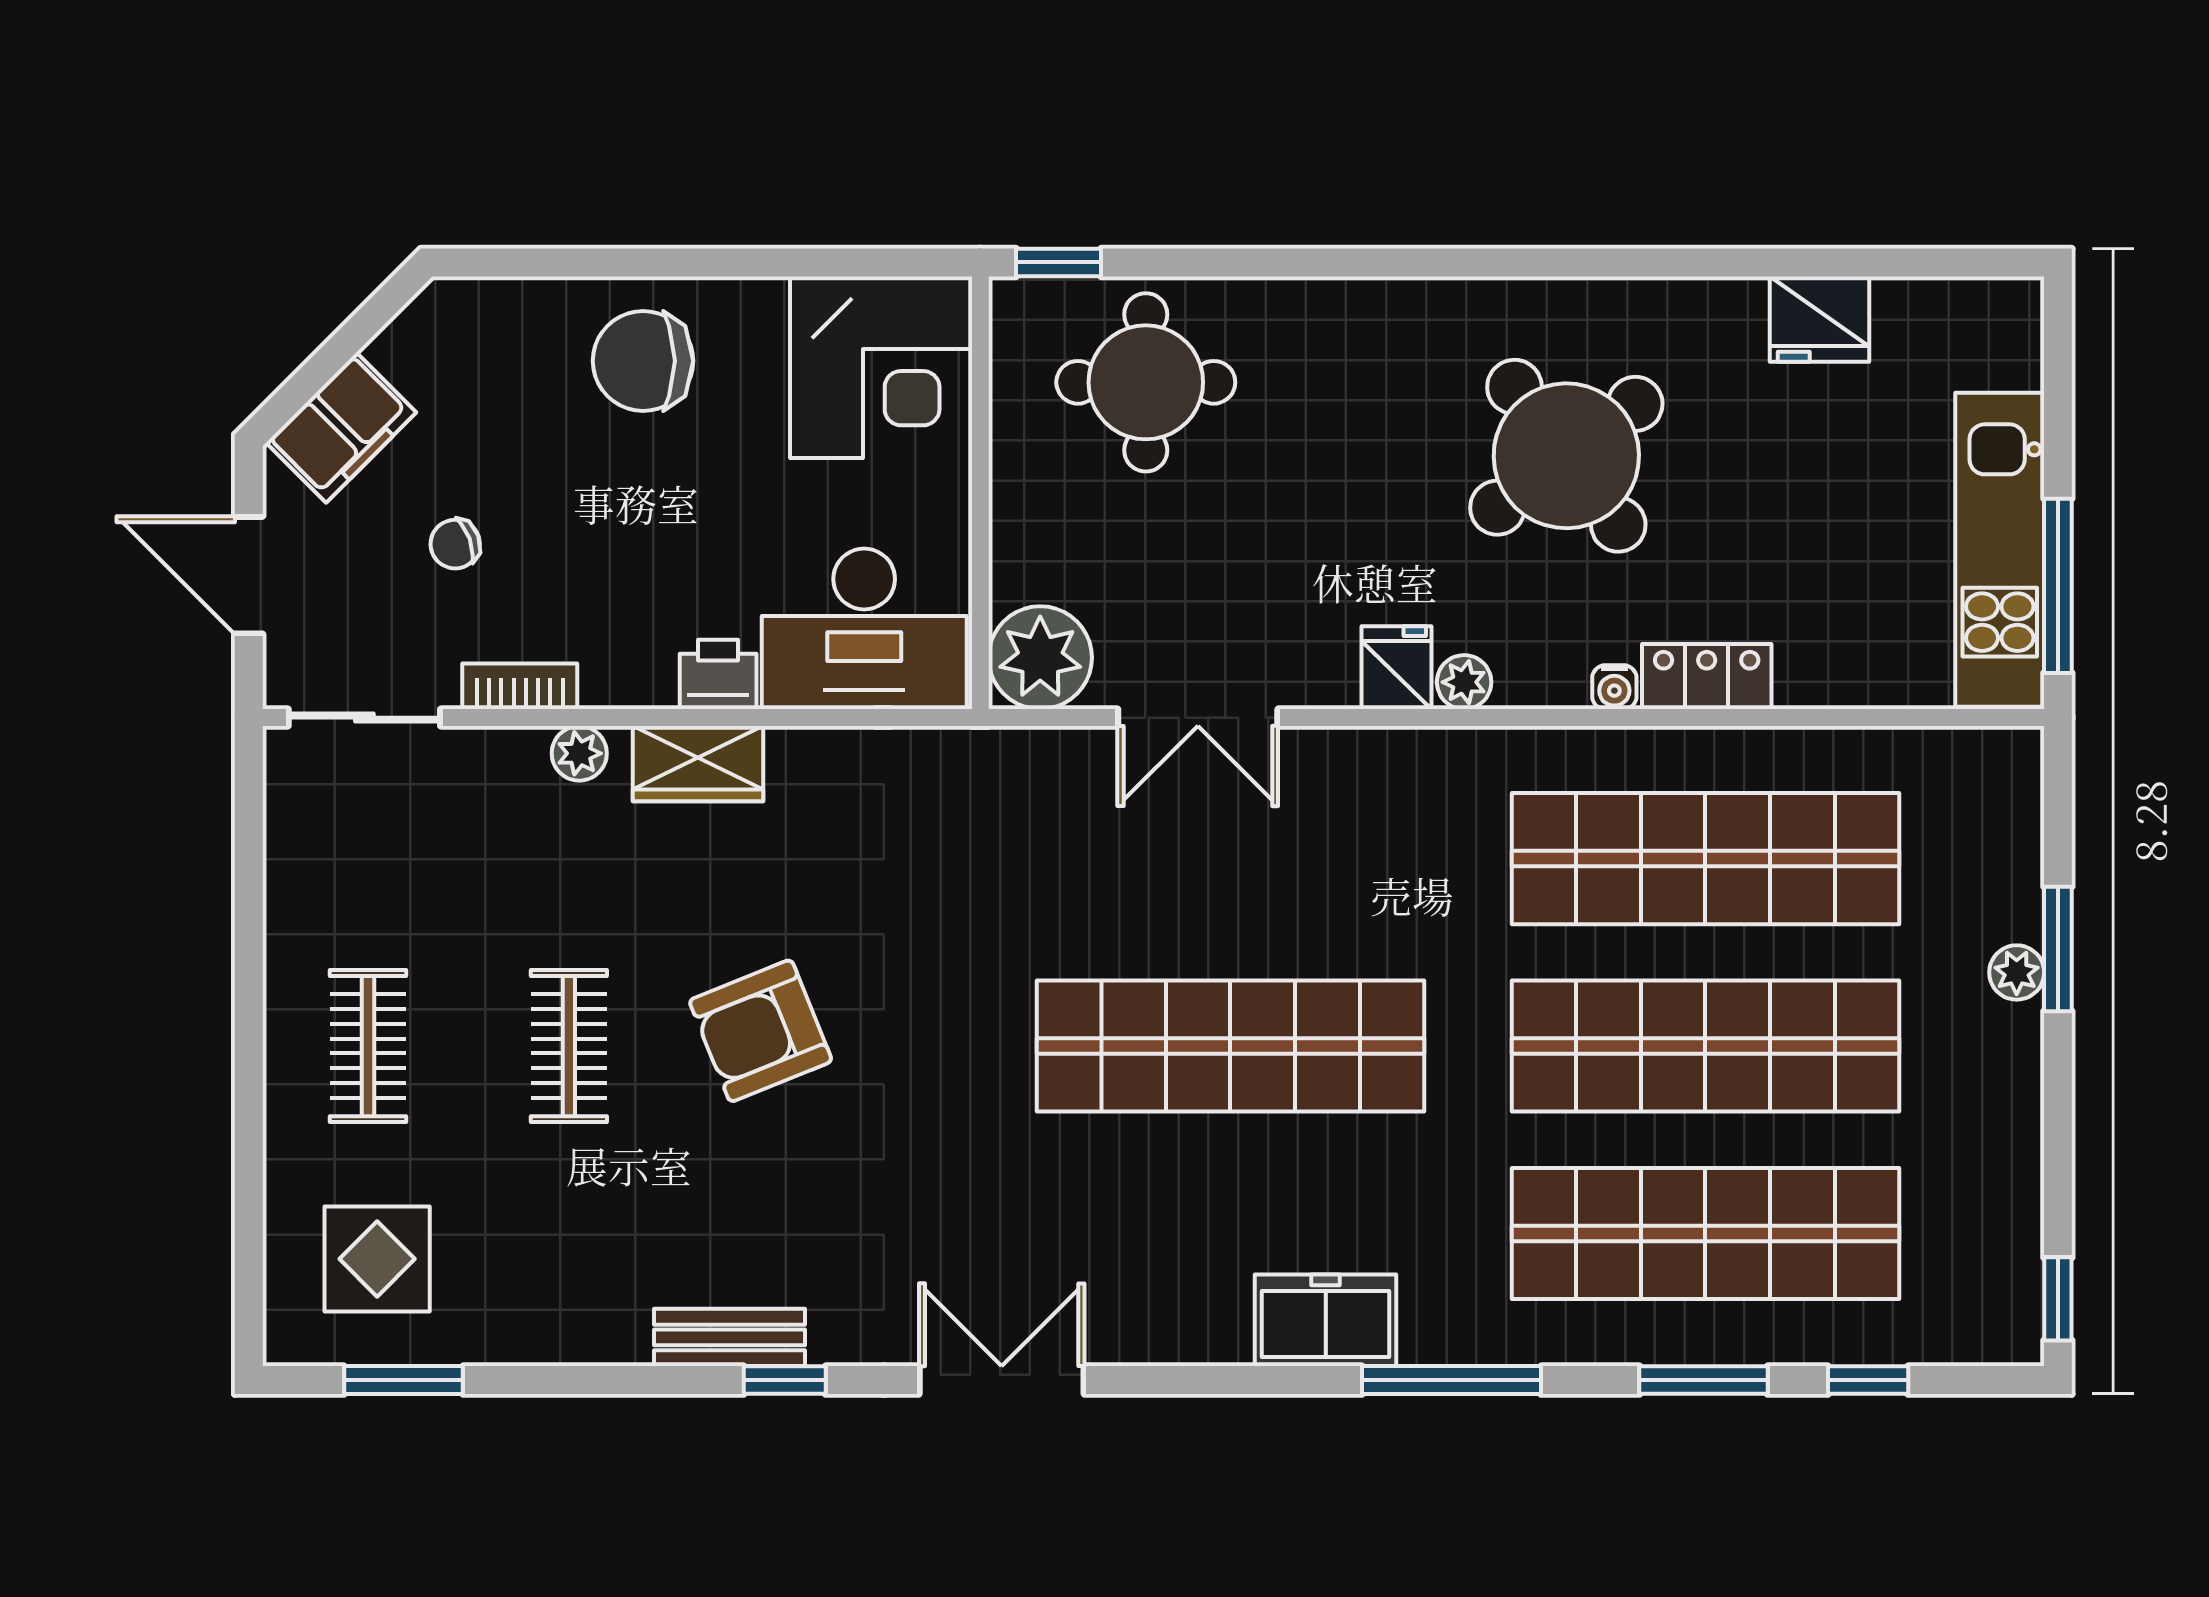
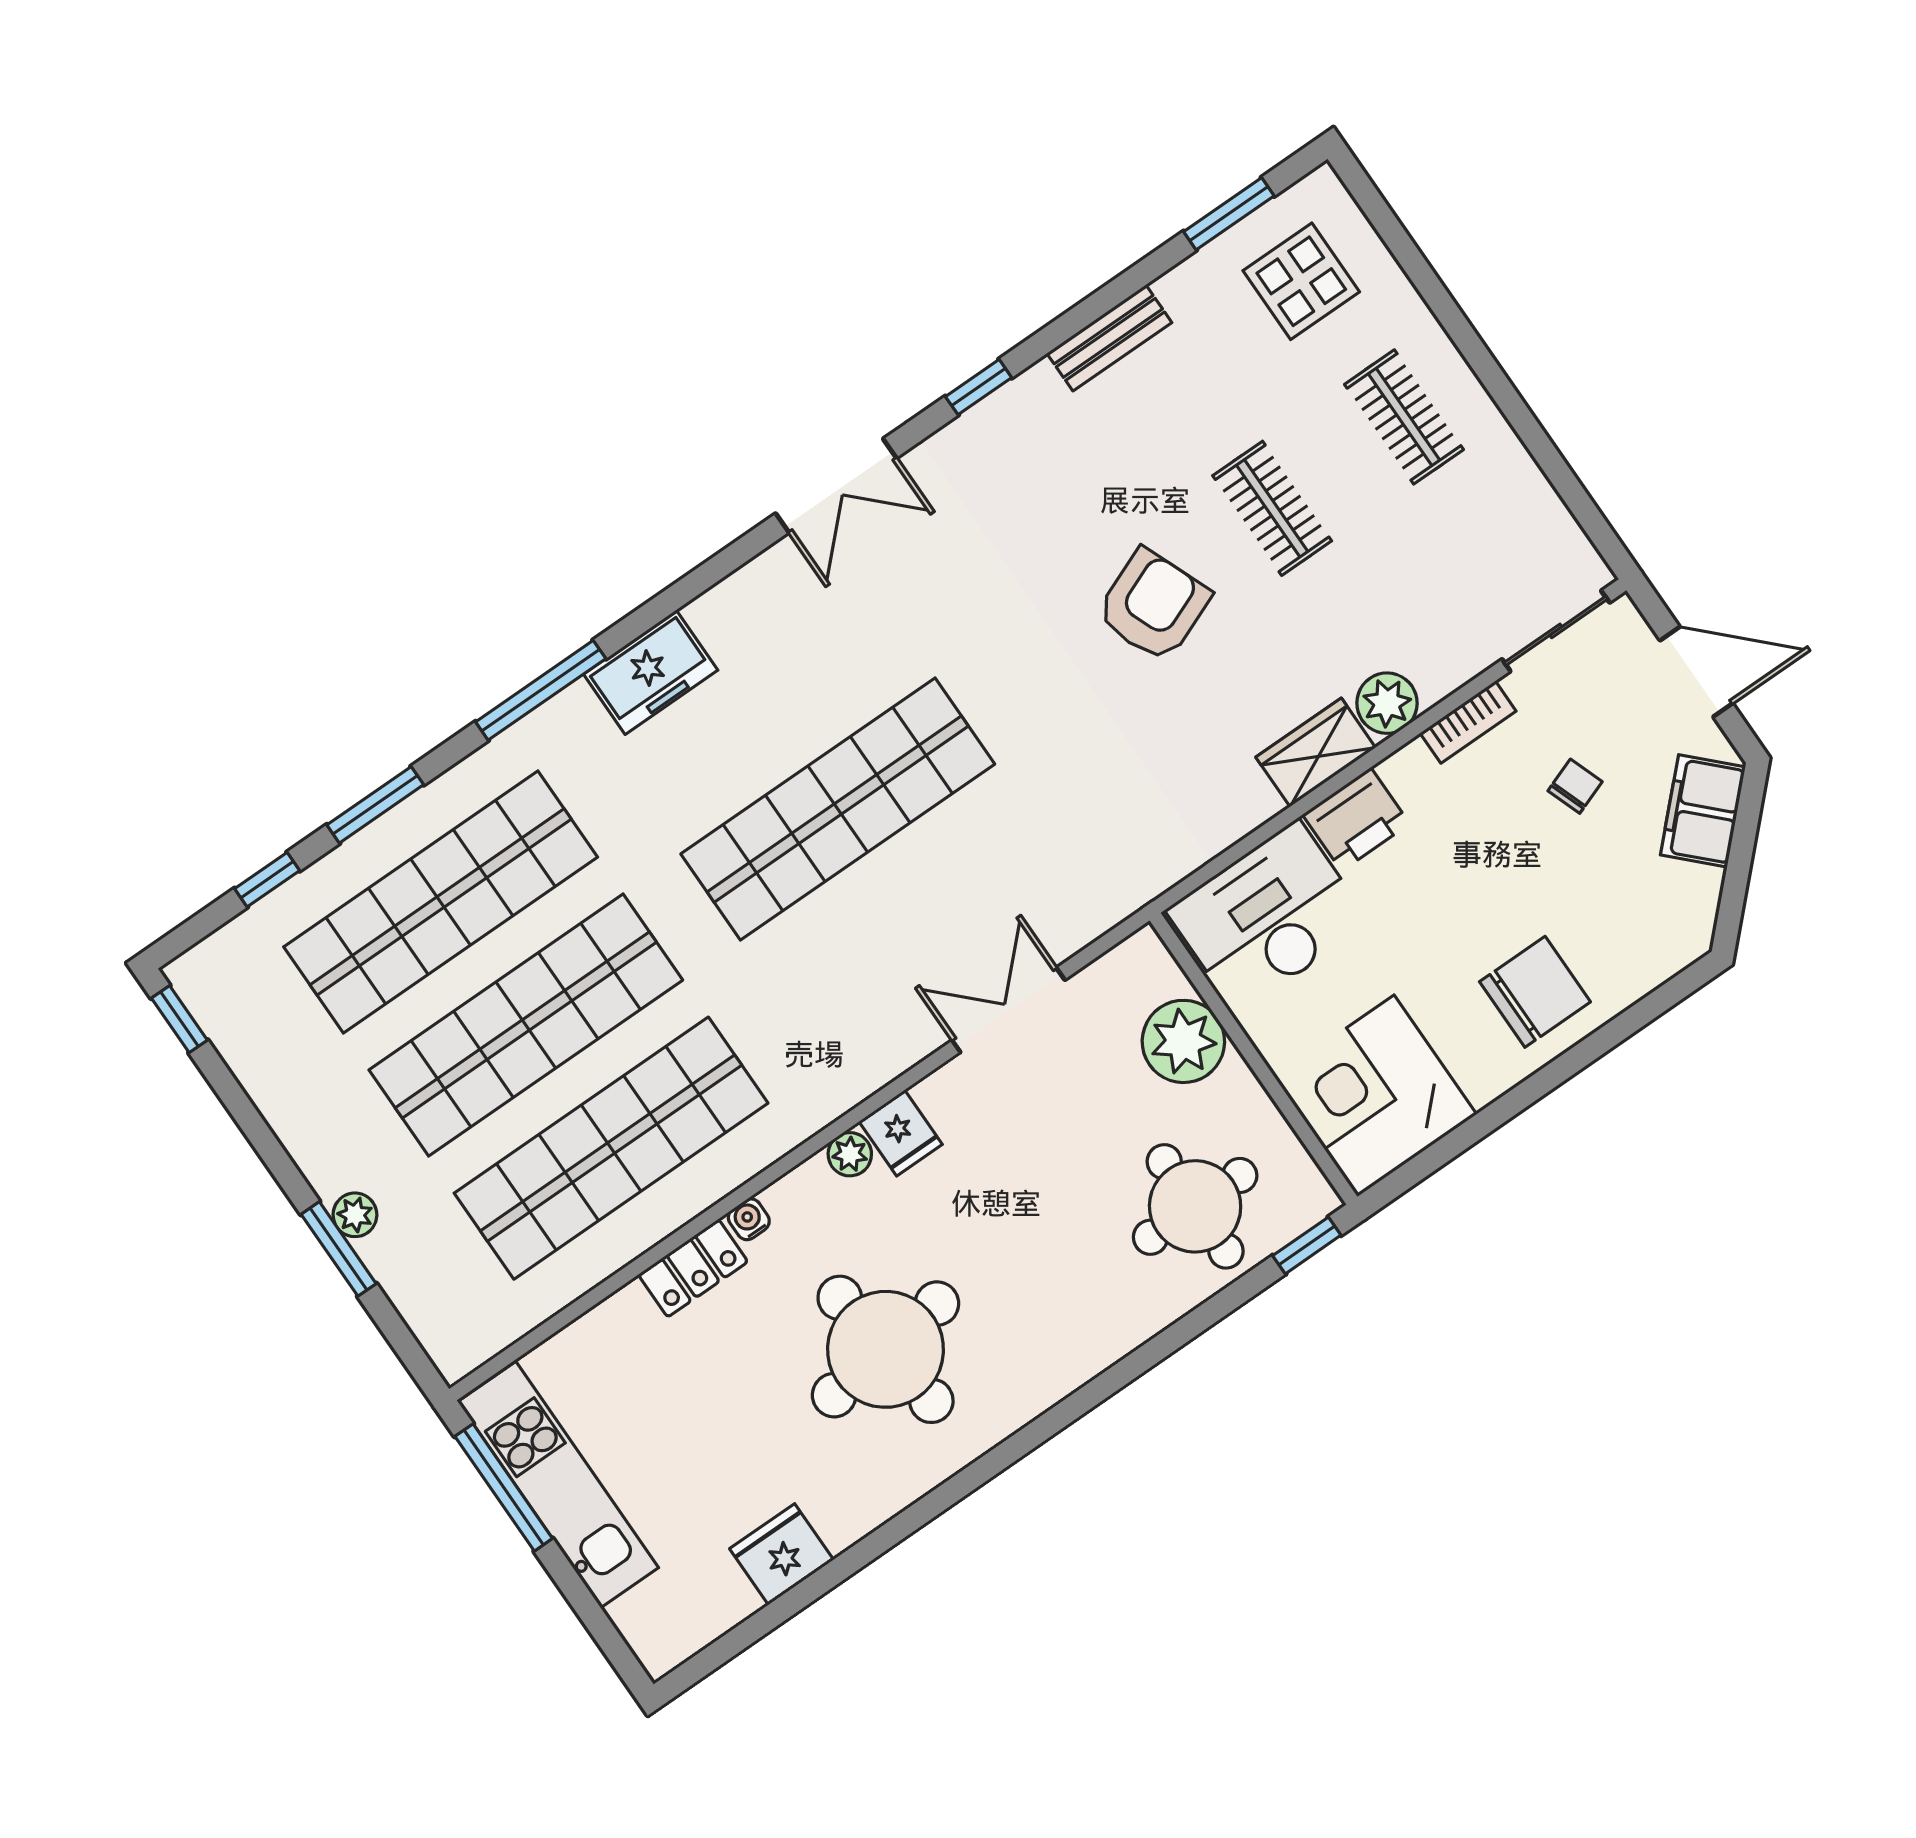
round table: (1566, 456) -> (886, 1349), turned 30
plant: (1040, 658) -> (1183, 1041), moved
printer: (718, 674) -> (1356, 819), width x1.36, depth x1.24
plant: (579, 753) -> (1387, 703), width x1.38, depth x1.38
bench: (729, 1337) -> (1109, 338), moved

